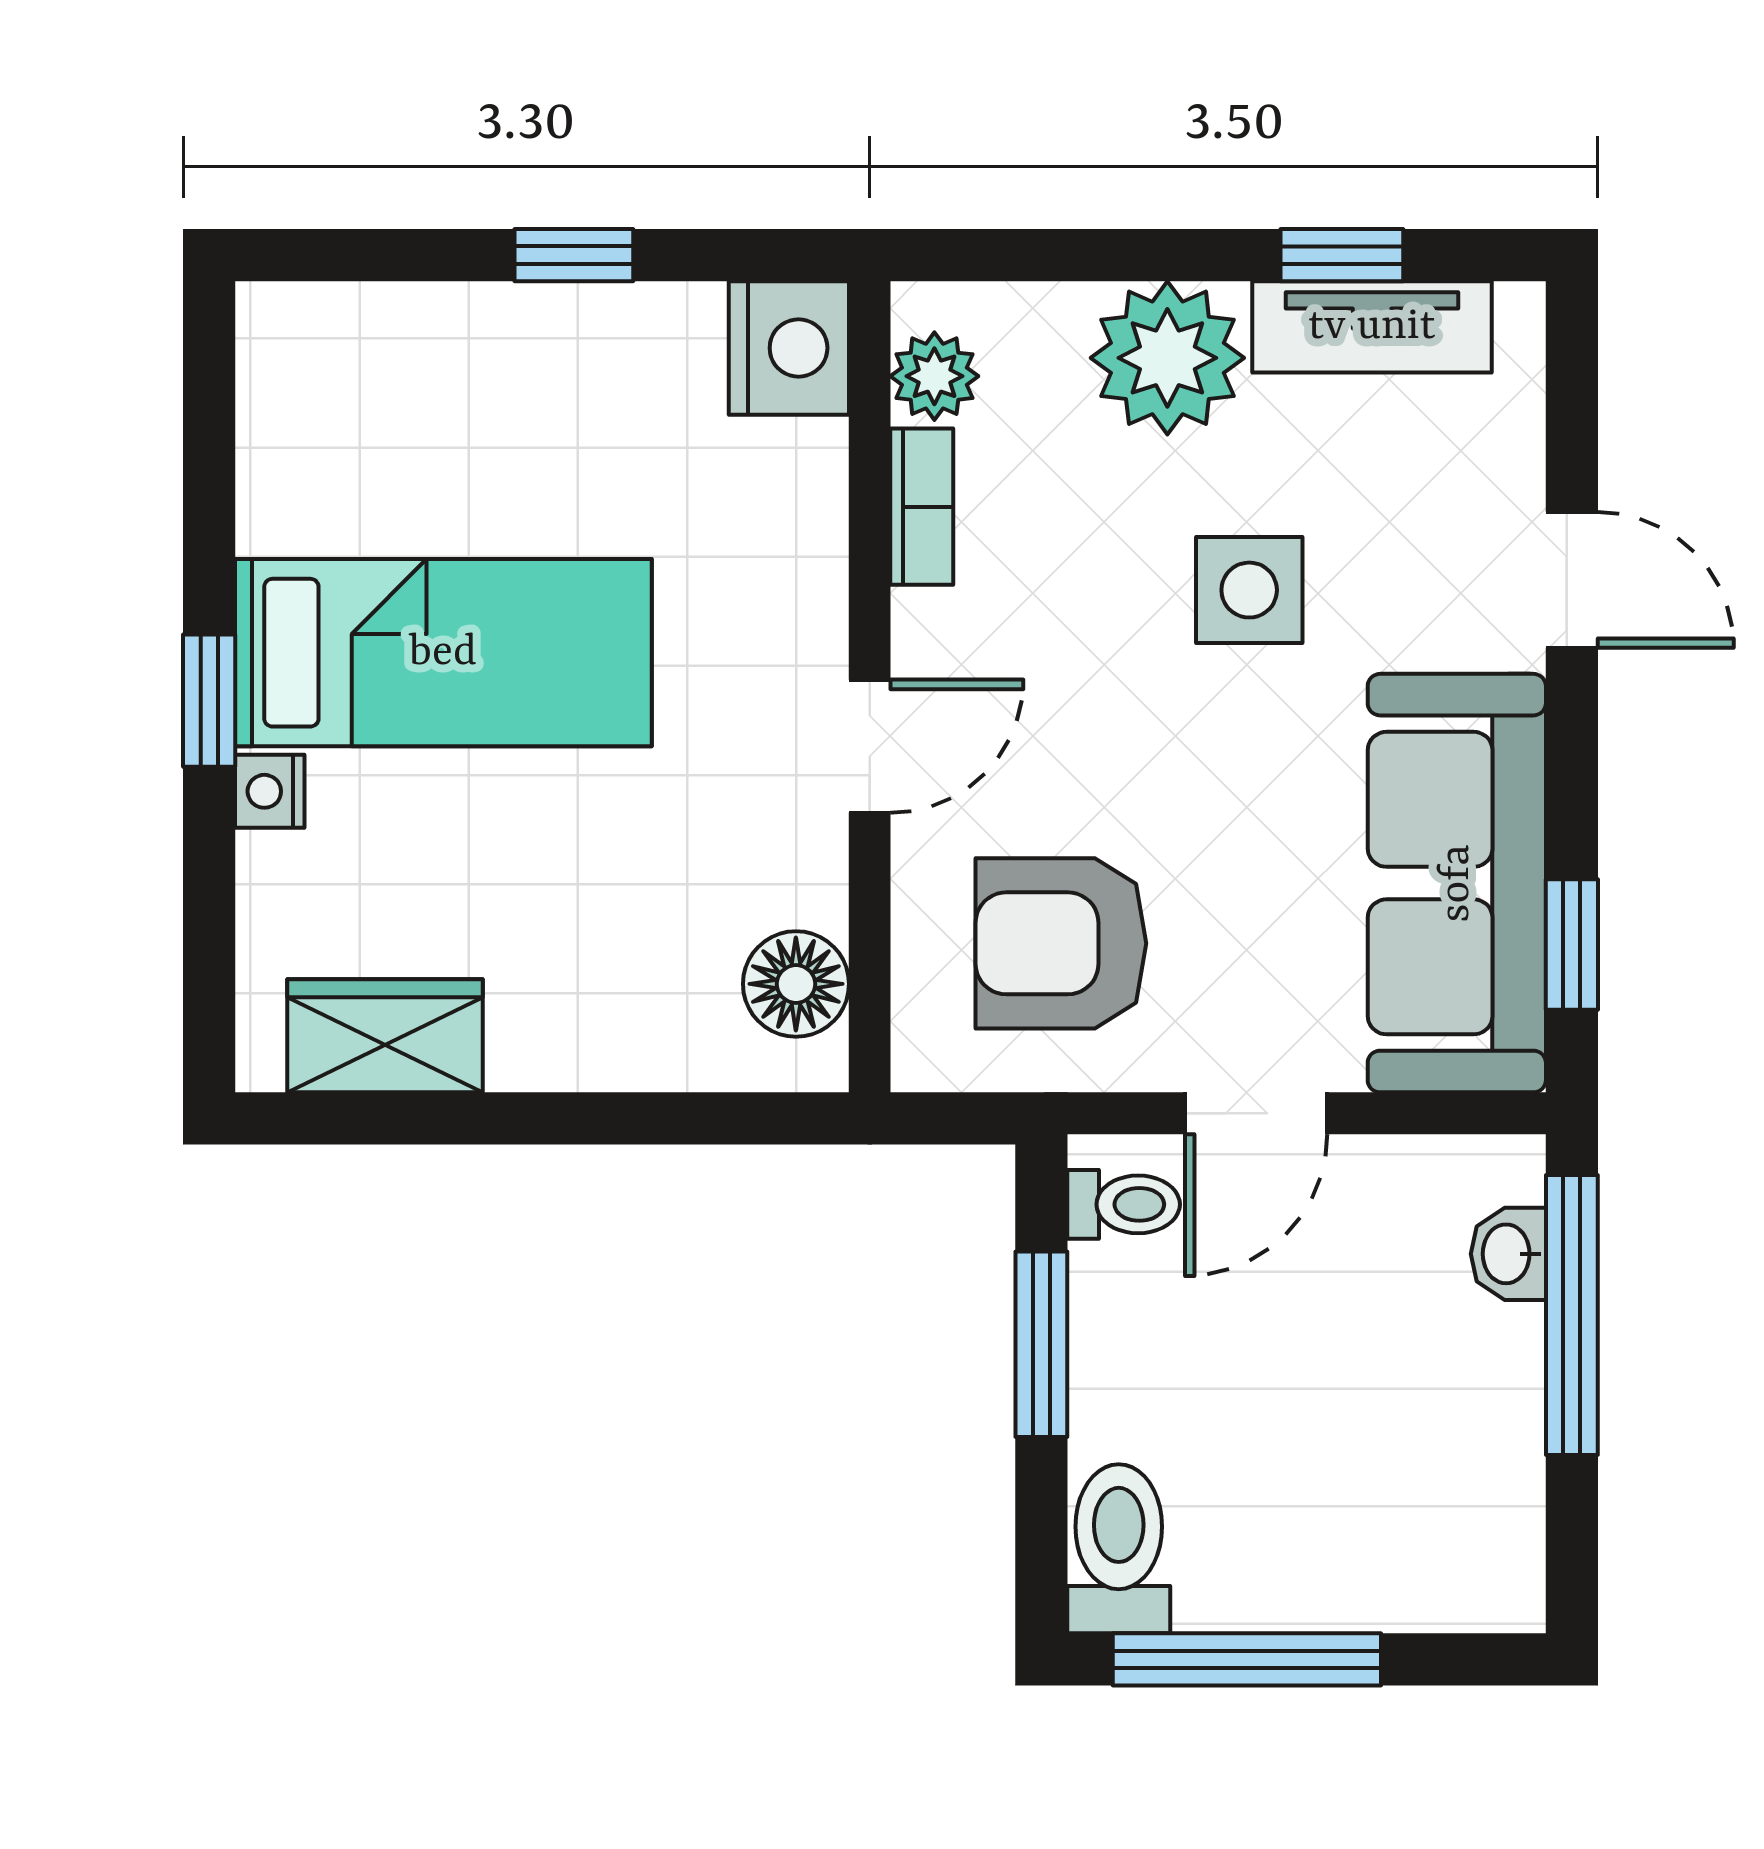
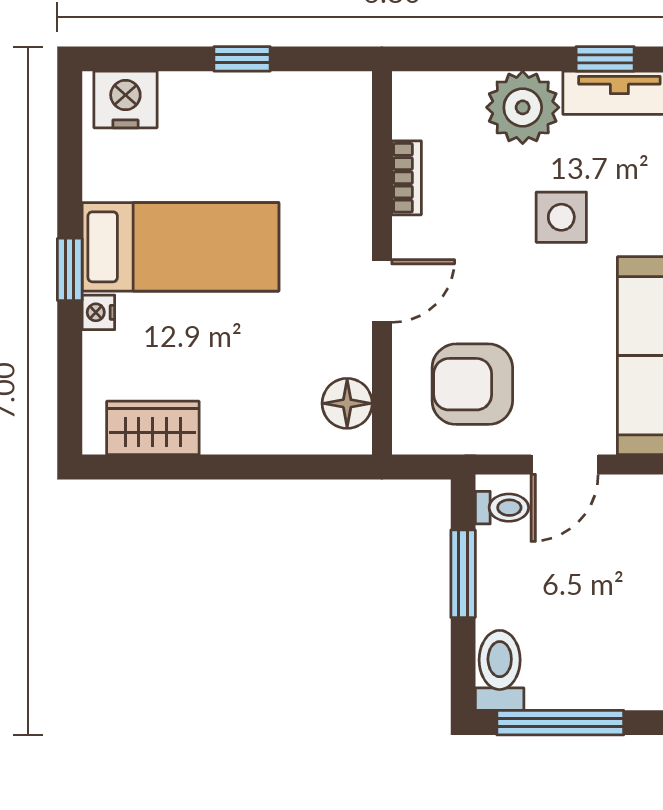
nightstand: (789, 348) -> (125, 100), moved, turned -90
plant: (934, 376) -> (413, 116), removed

